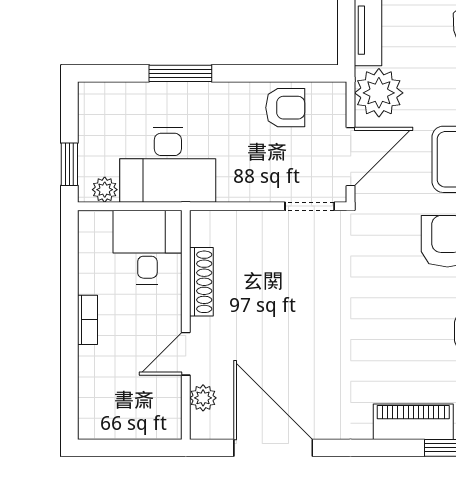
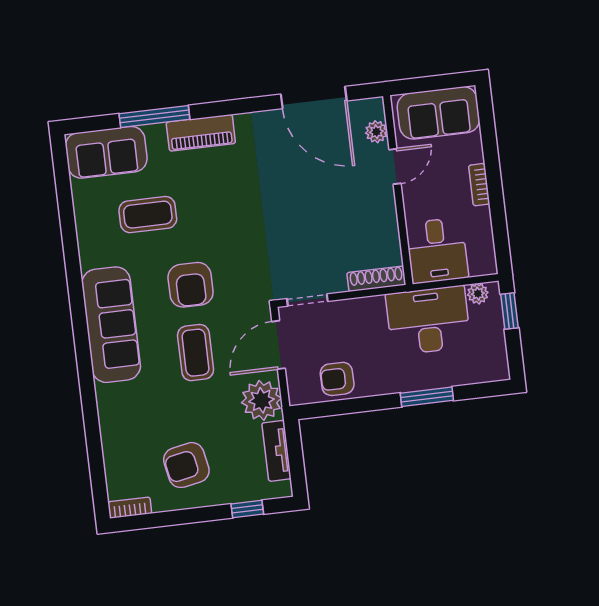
shoe rack: (201, 282) -> (376, 279), moved, turned 90
sofa: (126, 412) -> (438, 113), added

